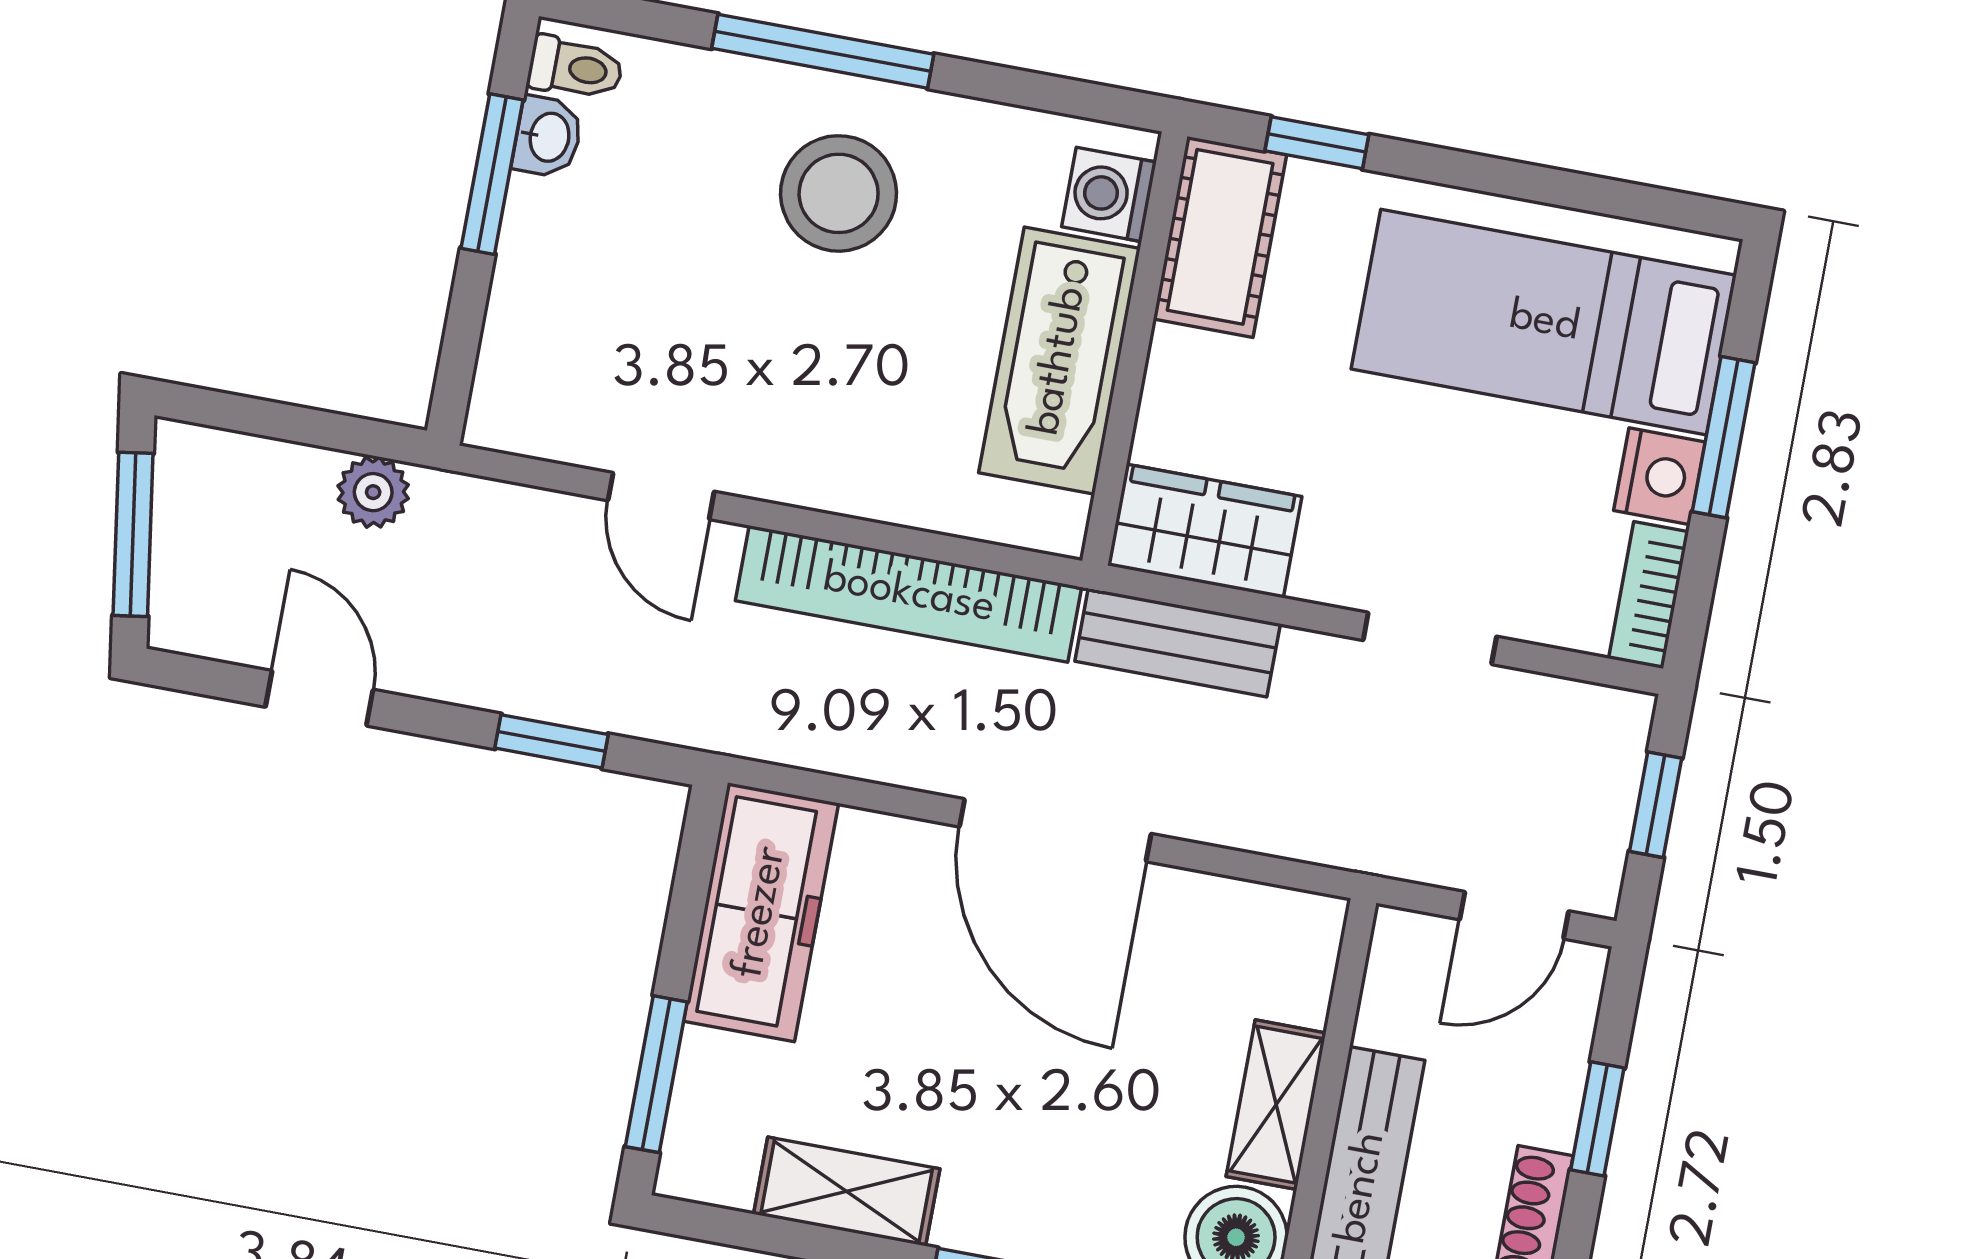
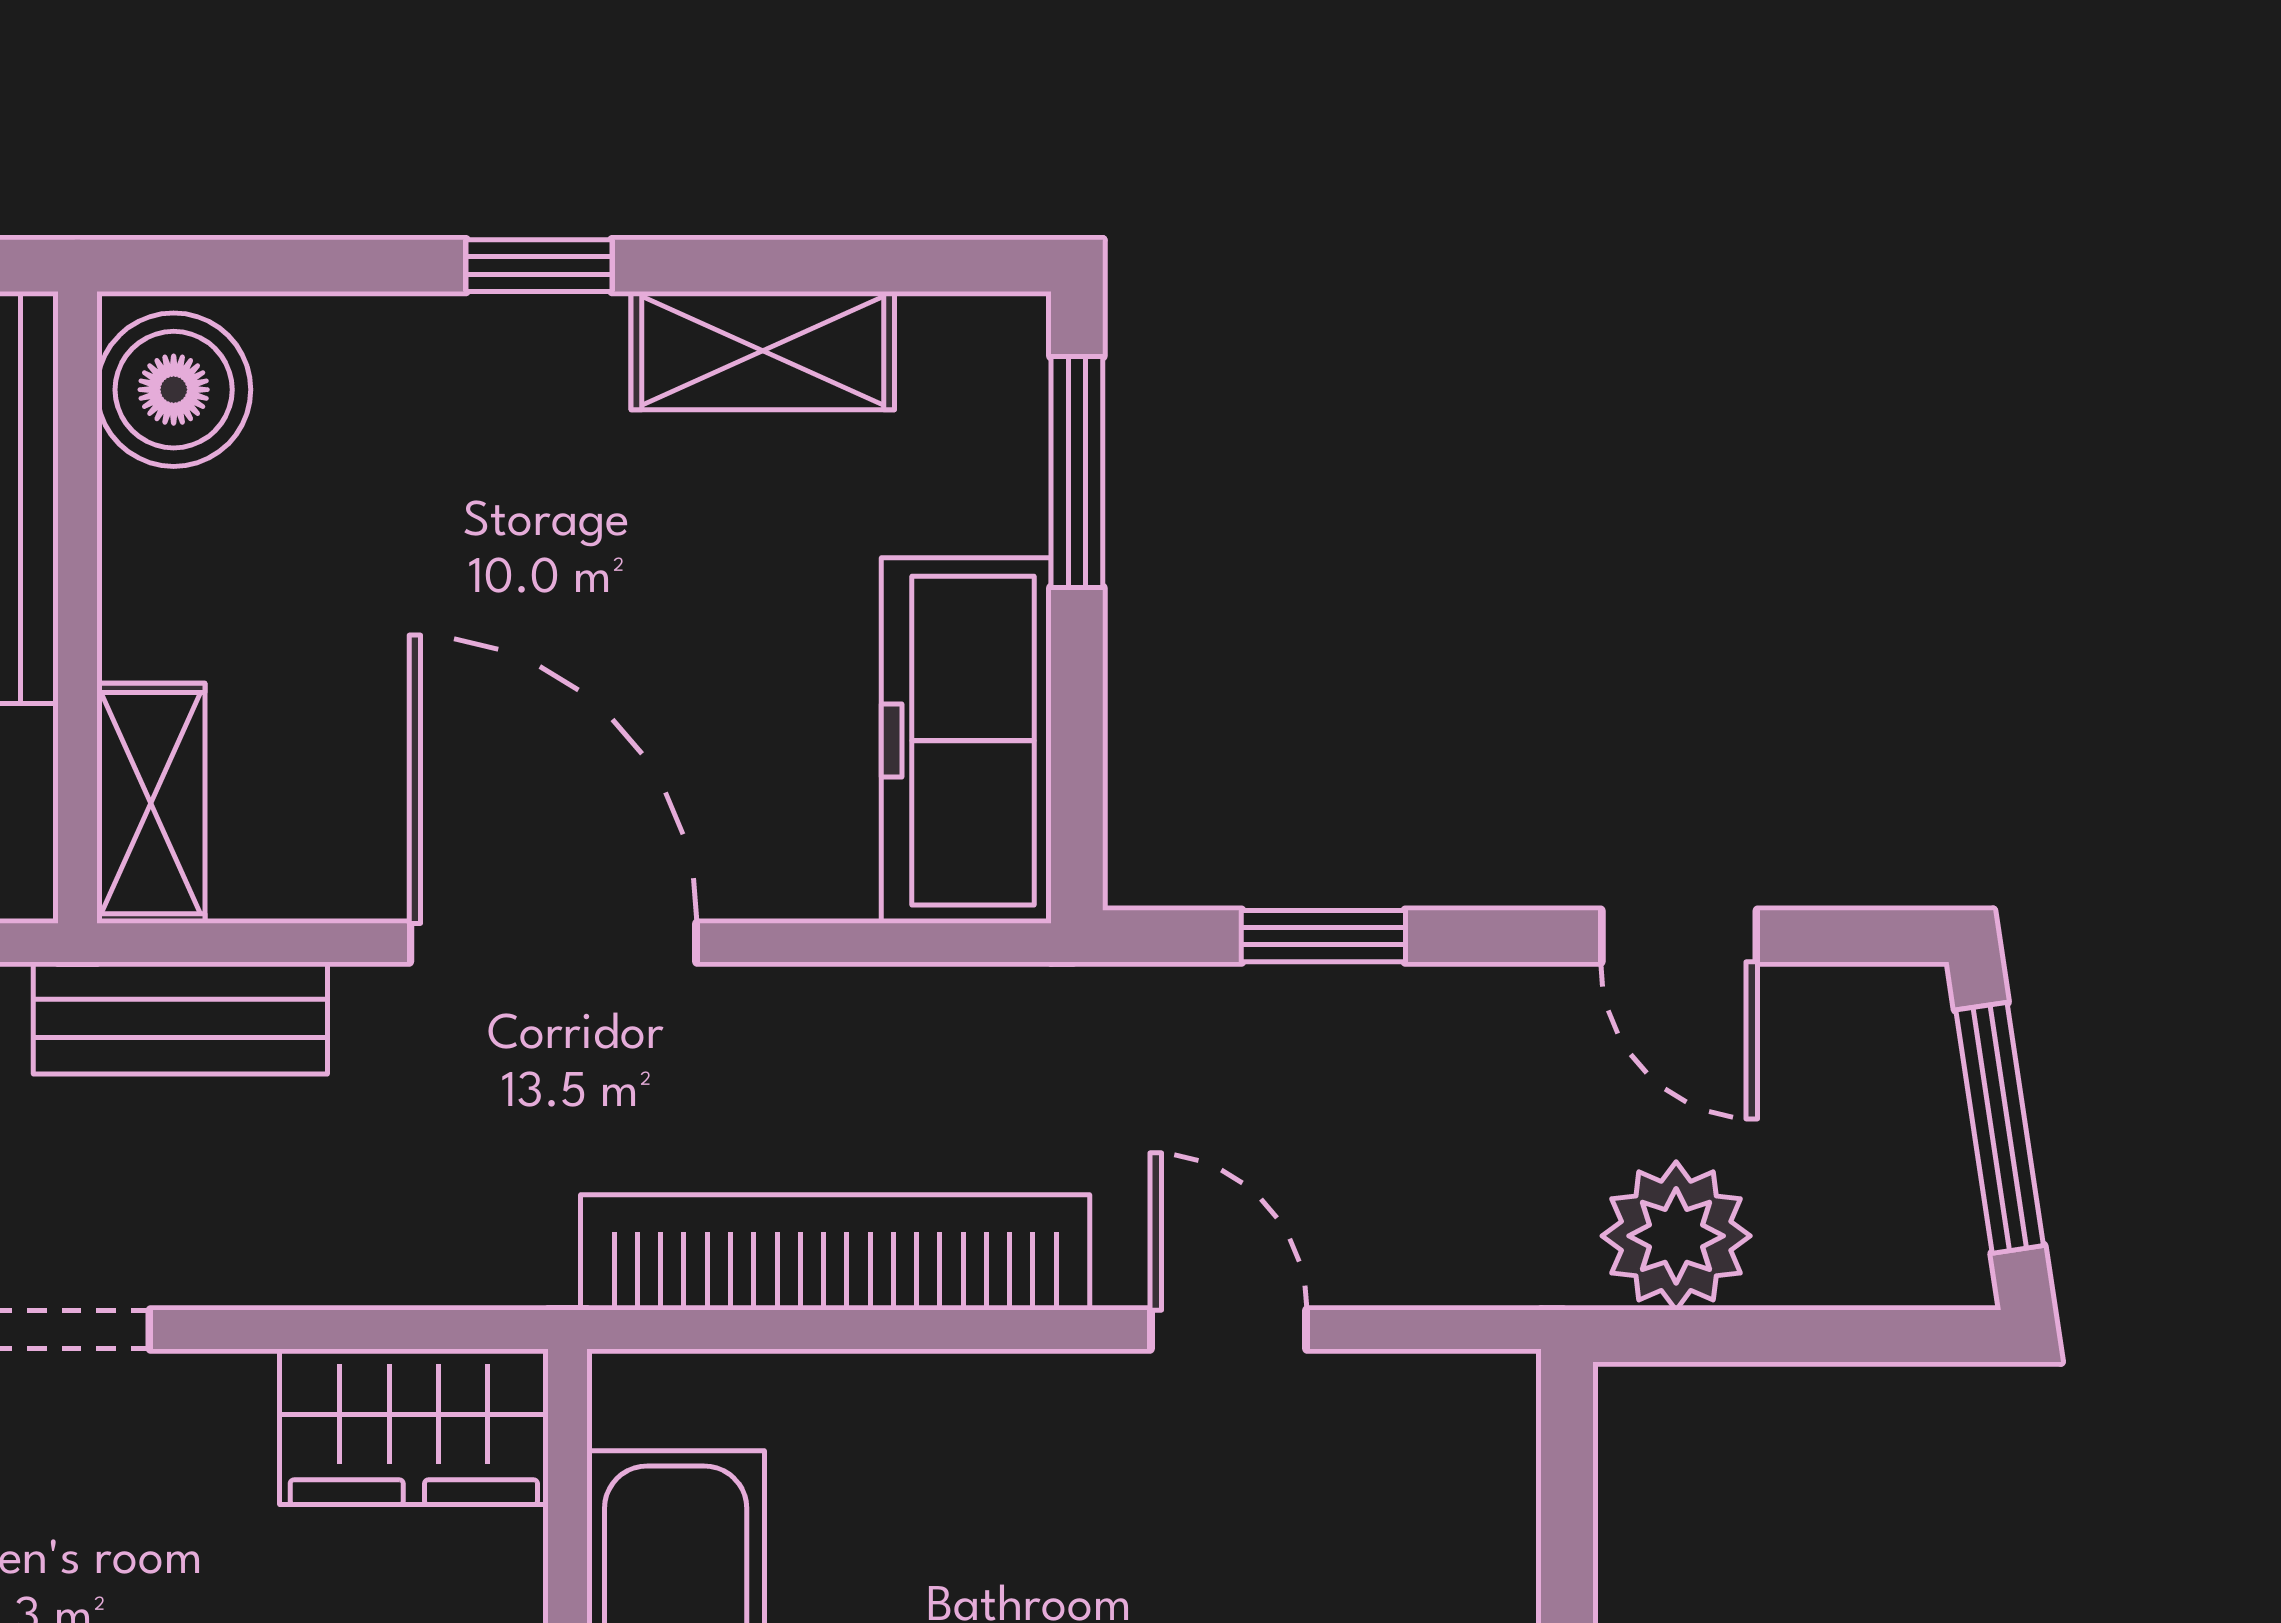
plant: (373, 492) -> (1676, 1236), width x1.38, depth x1.38
bench: (1178, 643) -> (180, 1018), moved
shelving: (1276, 1105) -> (151, 803), moved

